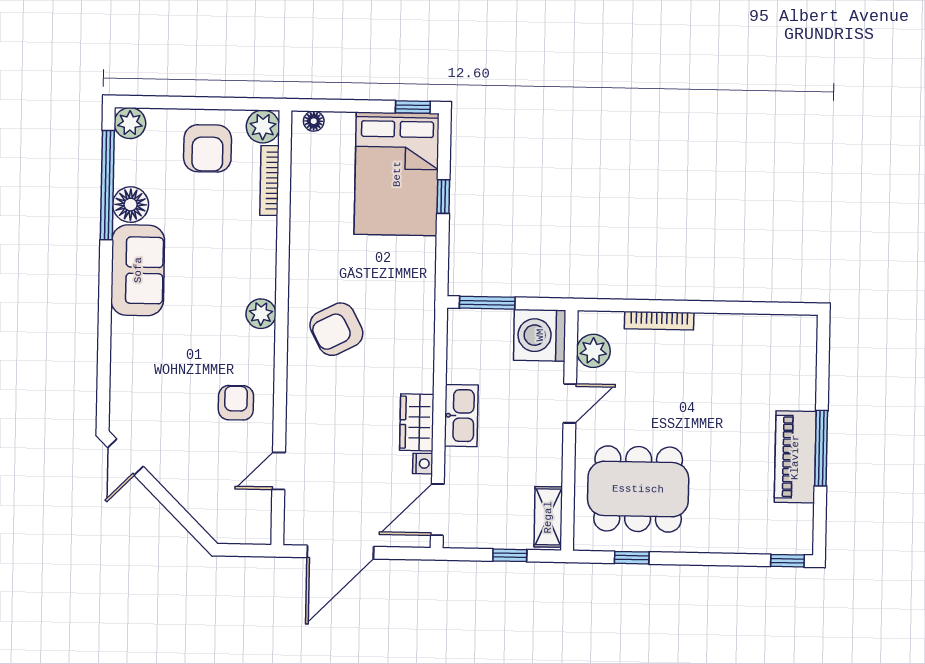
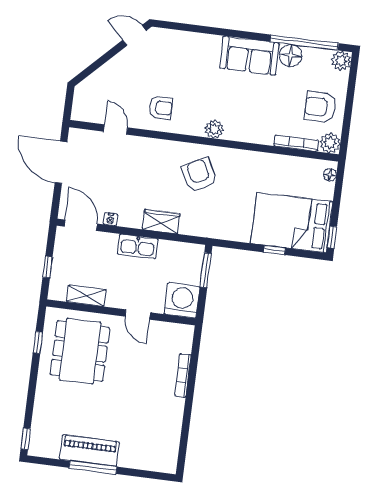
plant: (593, 351) -> (169, 333), removed
wardrobe: (417, 422) -> (161, 221), moved
shelving: (548, 517) -> (86, 296), moved

